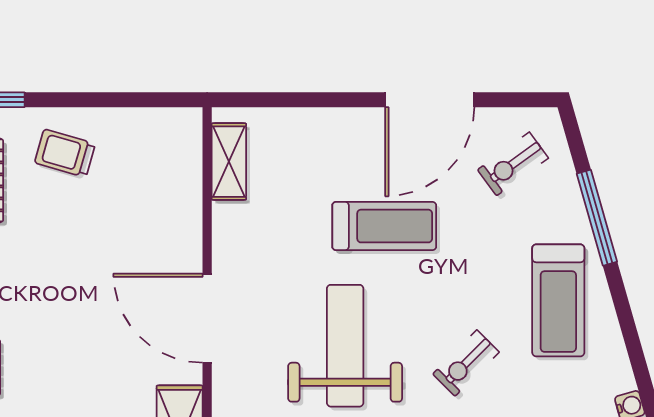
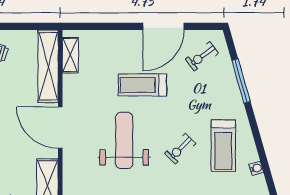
shelving: (181, 186) -> (48, 66), added
treadmill: (384, 226) -> (142, 85), turned 180
treadmill: (558, 300) -> (223, 146), moved

